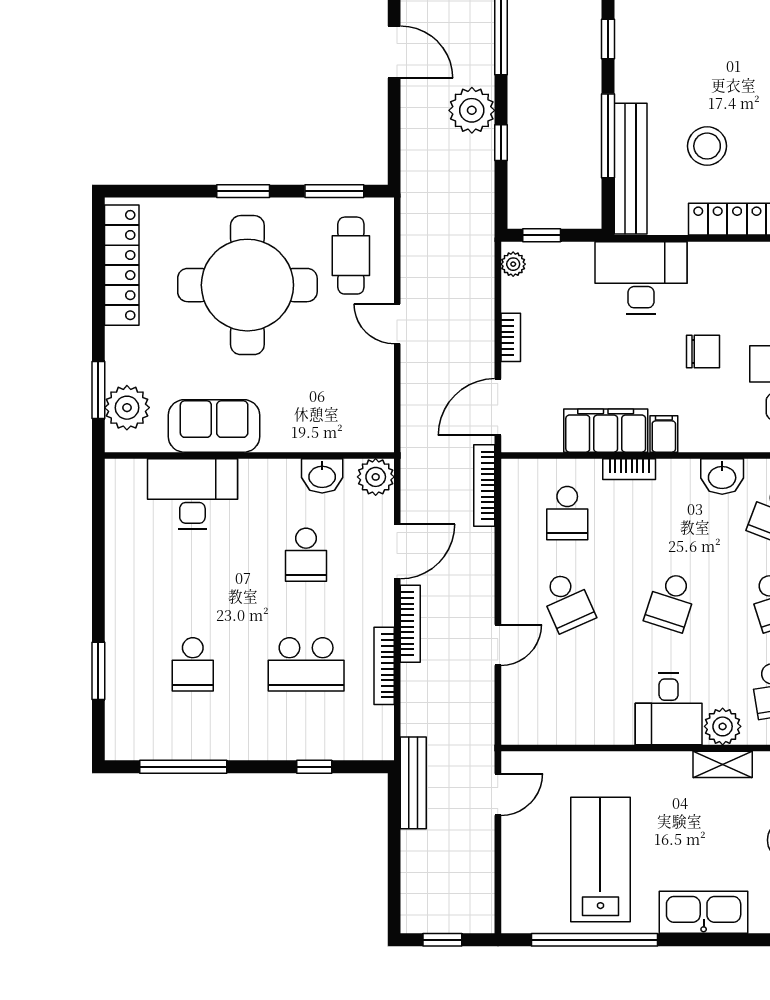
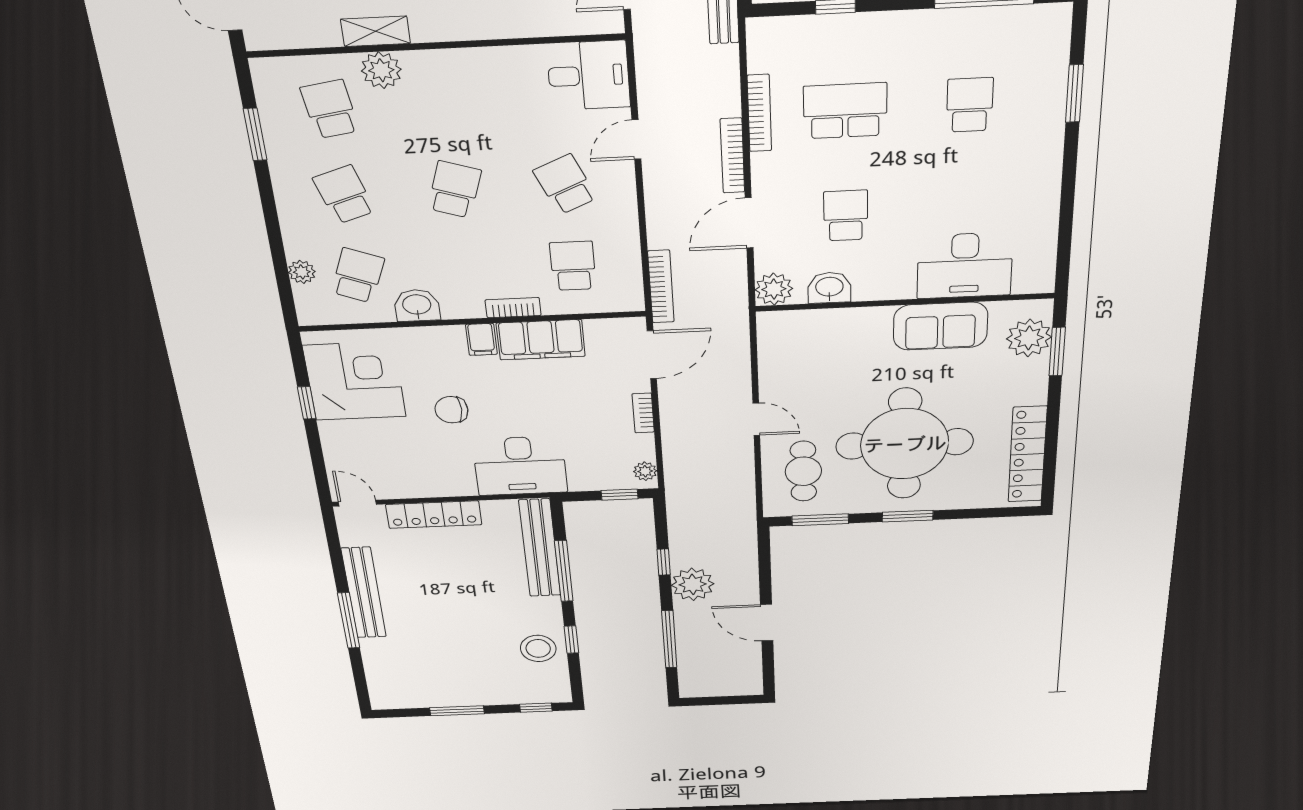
stool: (707, 146) -> (538, 648), moved
desk: (669, 709) -> (588, 76), moved, turned 90

